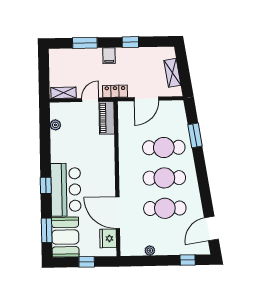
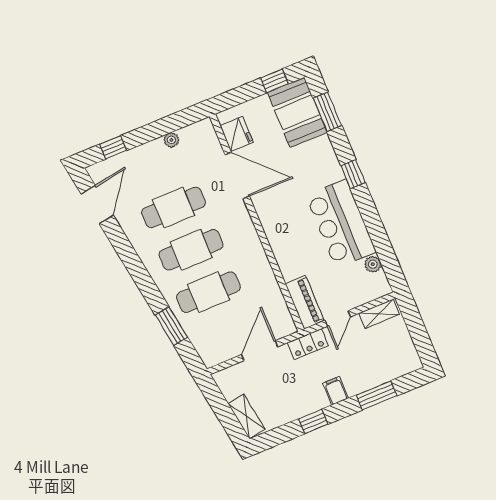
shelving: (172, 73) -> (246, 416), moved
bar counter: (66, 190) -> (341, 224), moved
window: (87, 262) -> (274, 81), moved

